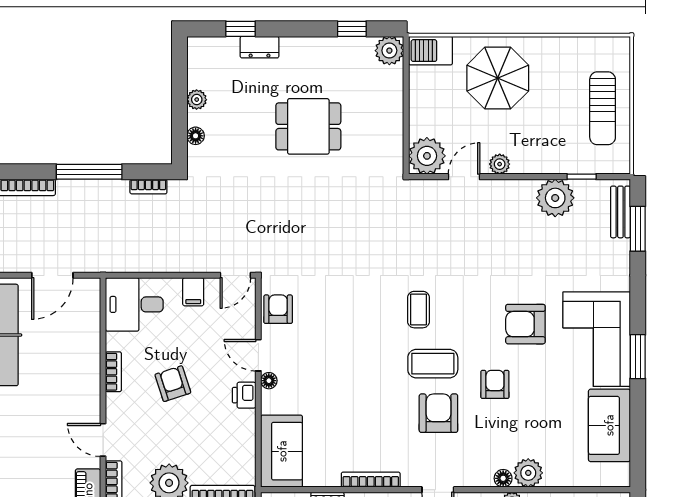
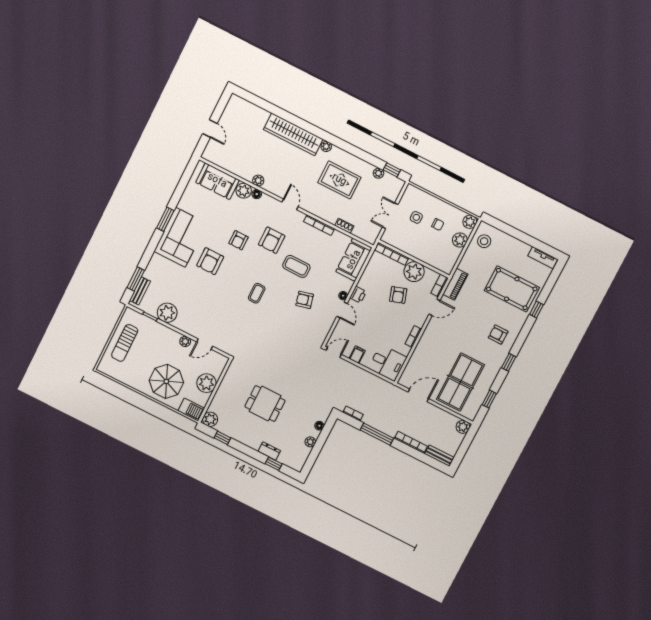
sun lounger: (603, 108) -> (125, 343), turned 180
plant: (427, 156) -> (206, 383), moved
armchair: (278, 309) -> (305, 300), moved, turned 76
armchair: (525, 324) -> (210, 261), turned 90
coffee table: (433, 364) -> (296, 266), moved
armchair: (173, 384) -> (398, 295), moved
sofa: (609, 425) -> (217, 181), moved, turned 90
door: (103, 440) -> (434, 307), hinge flipped

